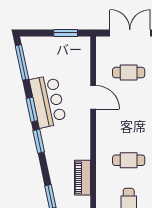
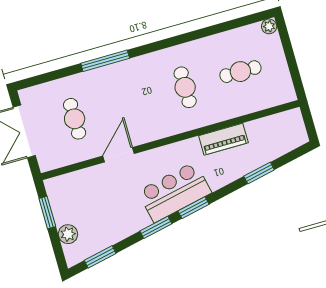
plant: (45, 44) -> (68, 234), added
window: (22, 62) -> (100, 257), width x0.69
bar counter: (48, 101) -> (174, 192), moved

